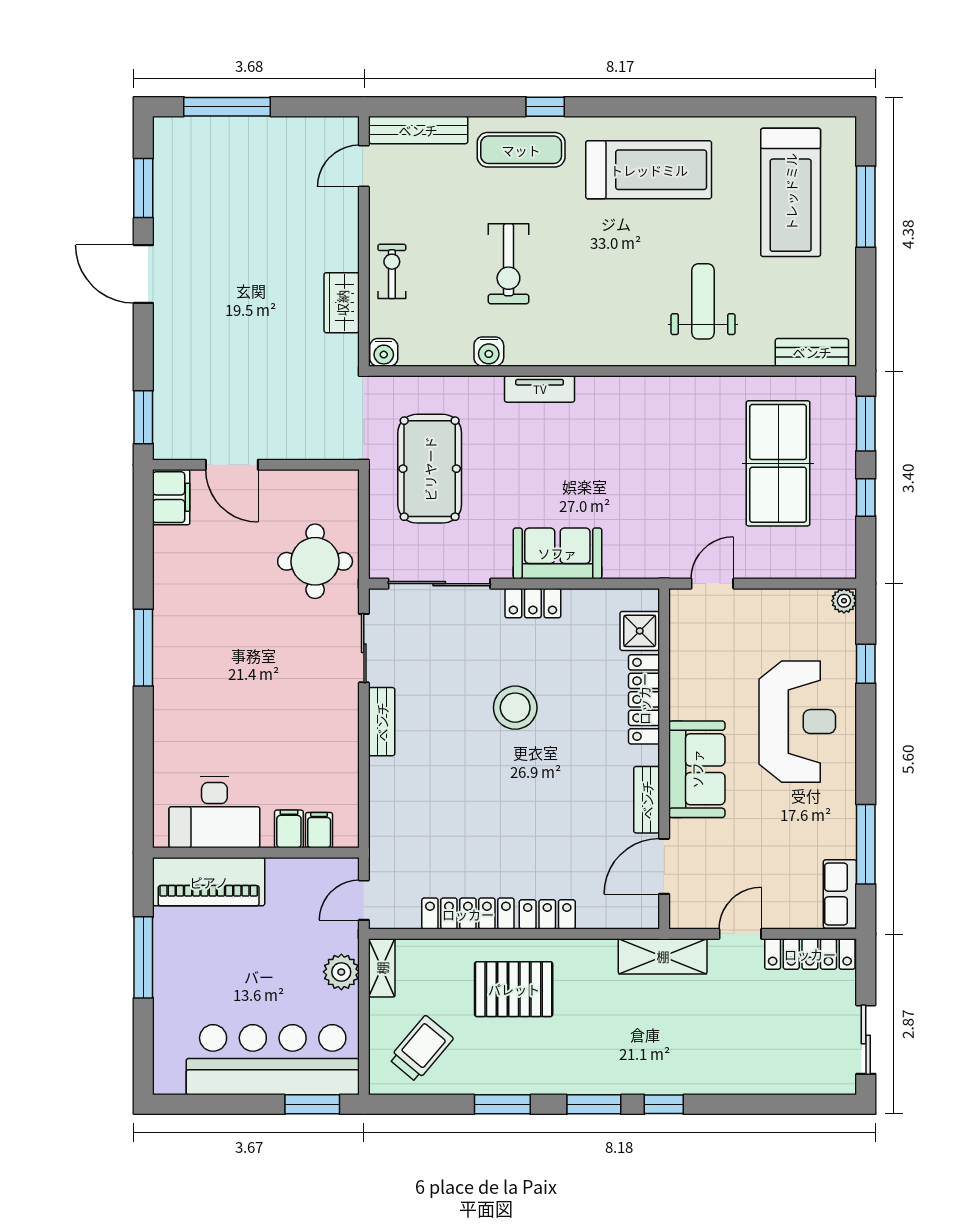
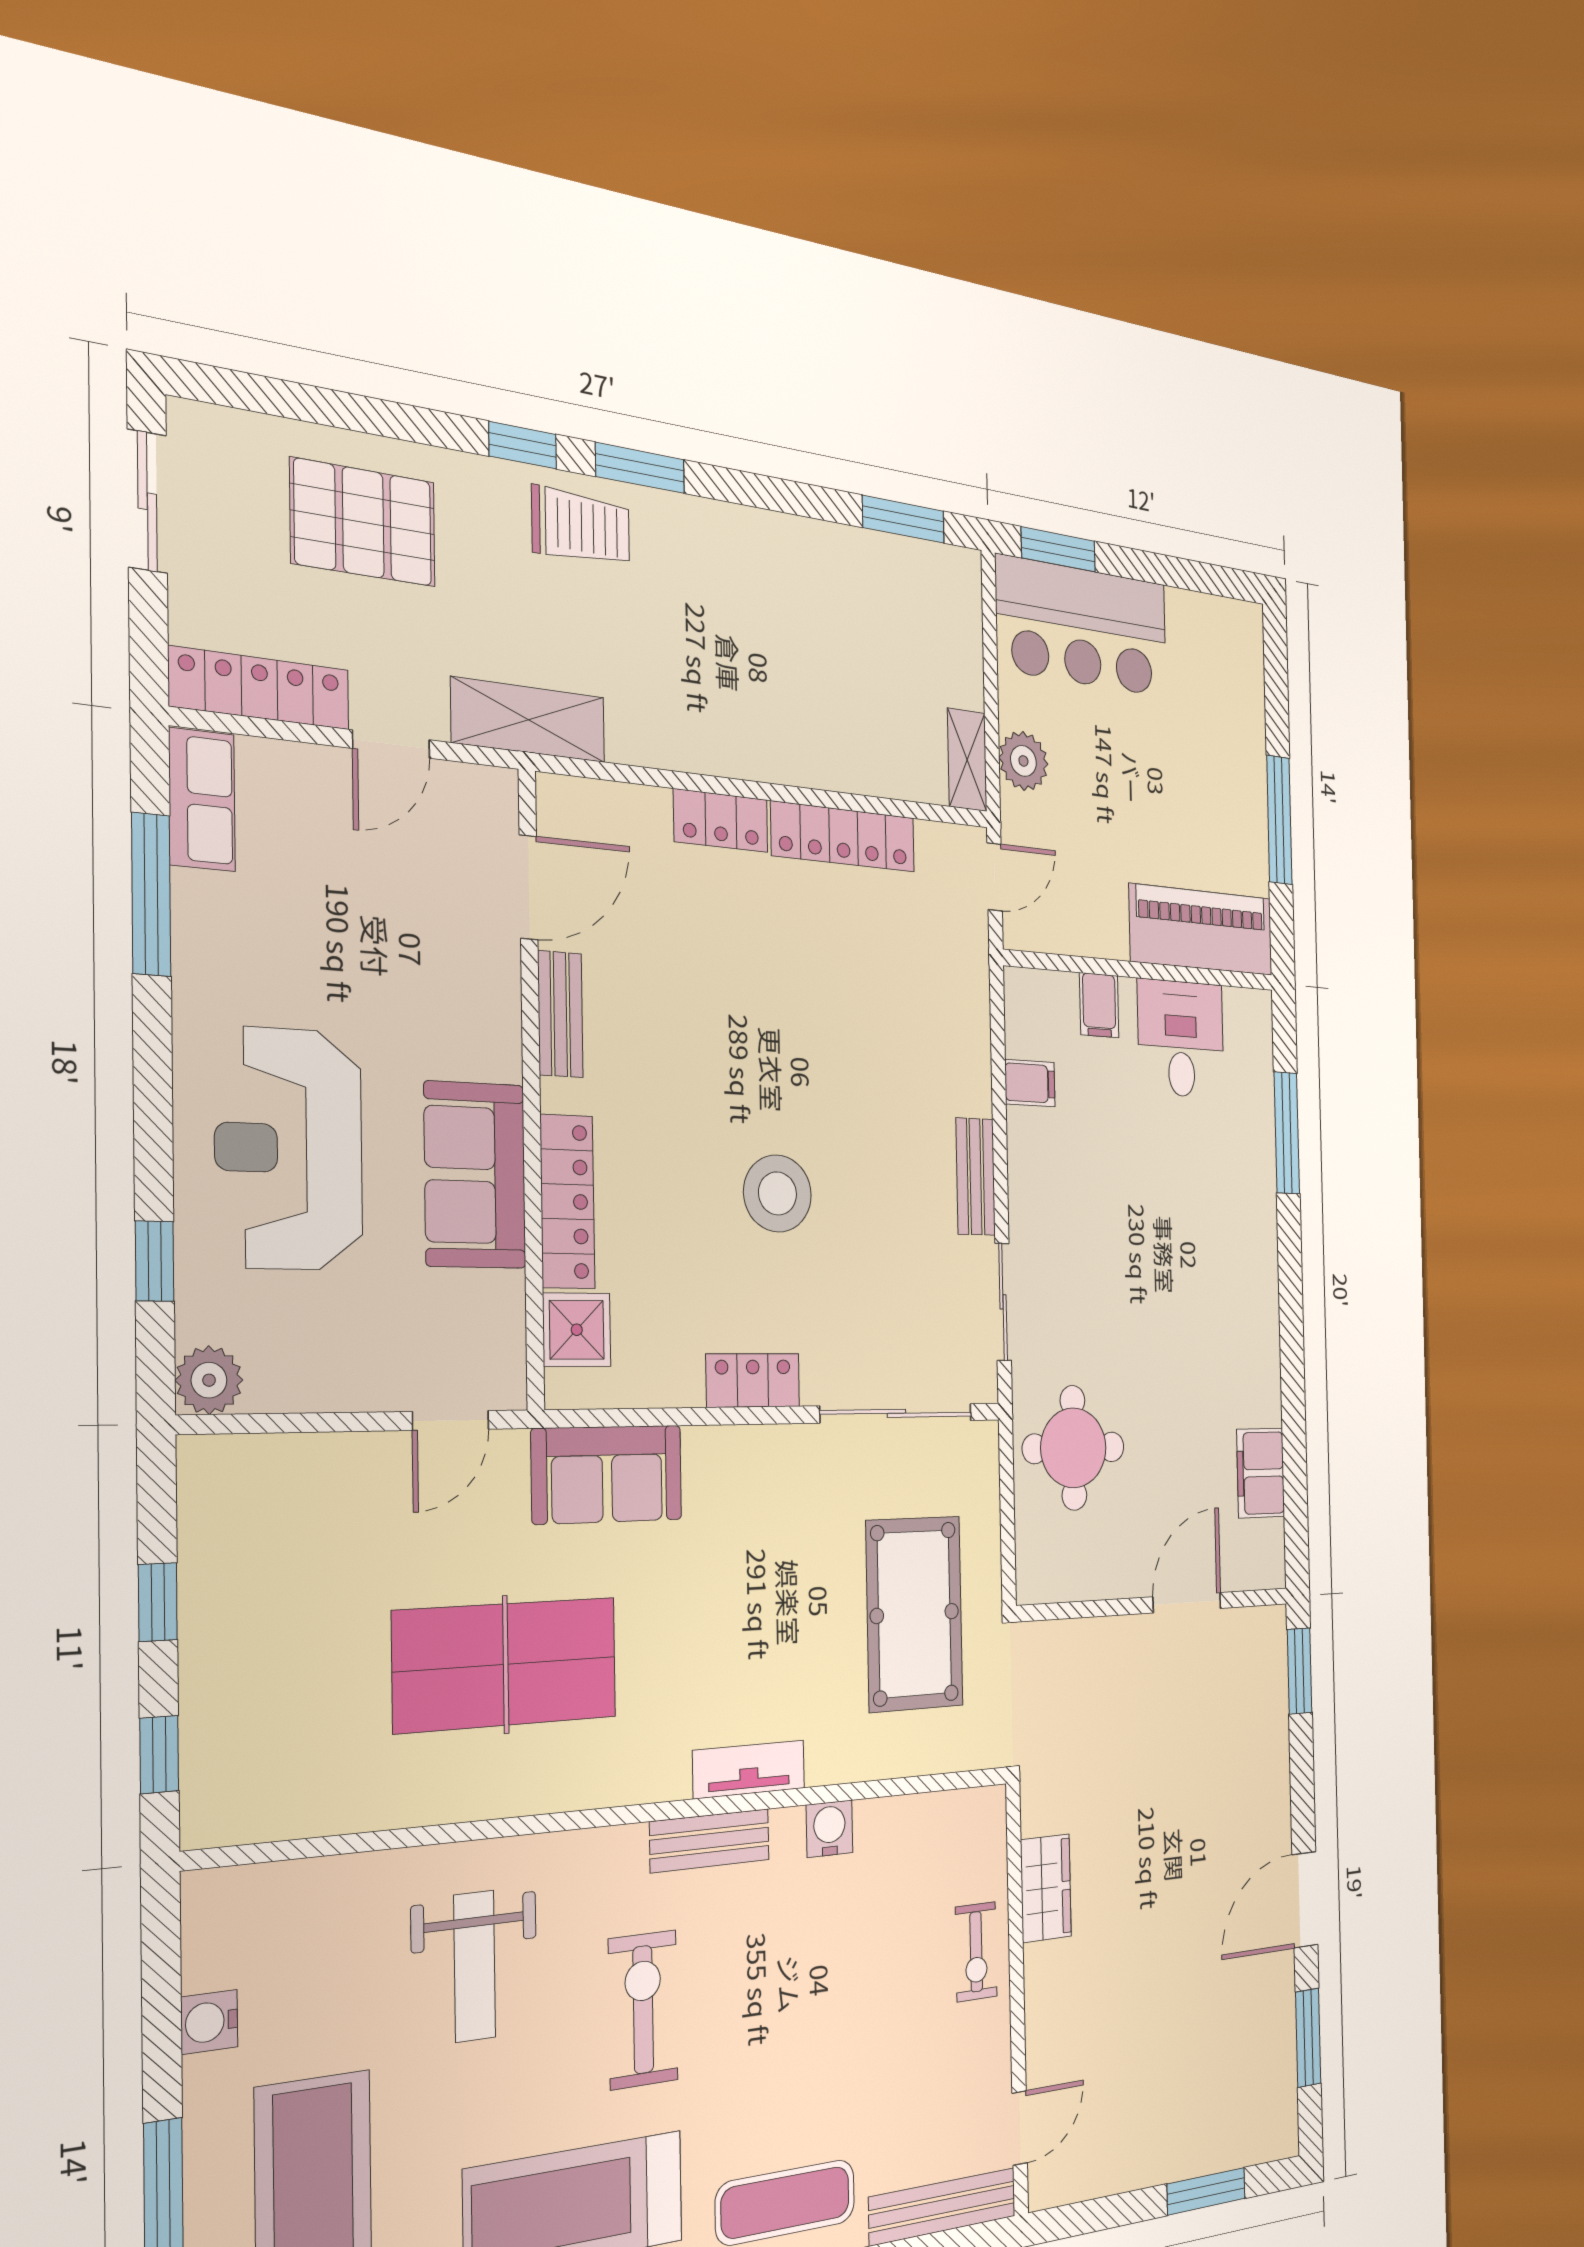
window: (227, 107) -> (1206, 2191), width x0.69
exercise bike: (508, 264) -> (643, 2010), moved
door: (143, 274) -> (1305, 1900), swing flipped
water cooler: (384, 352) -> (209, 2022), moved, turned -90
bench: (812, 352) -> (710, 1841), moved
window: (866, 424) -> (159, 1754), width x0.67
table tennis table: (778, 463) -> (506, 1664), moved, turned 90
door: (232, 465) -> (1187, 1603), hinge flipped
filing cabinet: (171, 497) -> (1261, 1473), moved
sofa: (557, 553) -> (607, 1474), moved
plant: (844, 601) -> (209, 1380), width x1.38, depth x1.38
window: (143, 648) -> (1287, 1133), moved
sofa: (697, 769) -> (475, 1175), moved
desk: (214, 812) -> (1181, 1039), width x0.73
filing cabinet: (319, 830) -> (1030, 1083), moved, turned -90
pallet: (514, 989) -> (363, 522), moved
trolley: (421, 1049) -> (581, 527), moved, turned -130
bar counter: (273, 1060) -> (1082, 626), width x0.73
window: (502, 1104) -> (903, 519), moved

